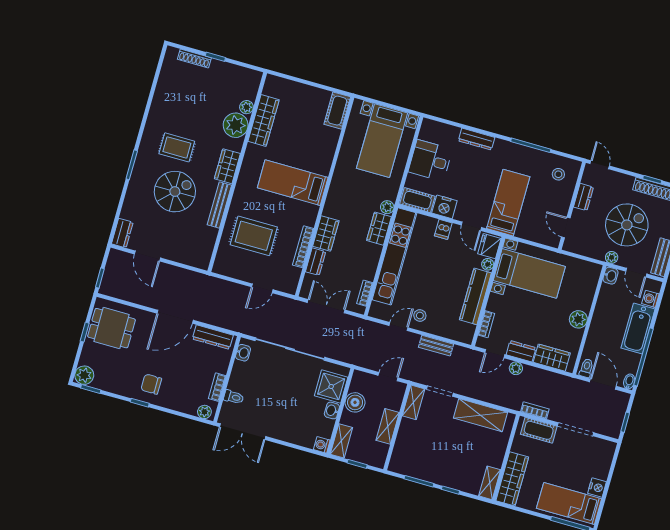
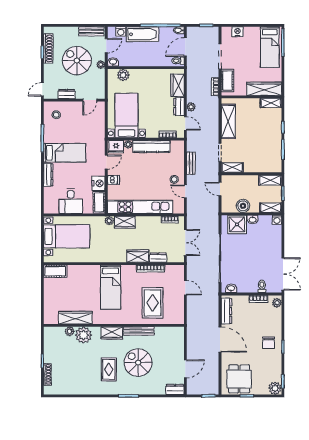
bed: (508, 203) -> (65, 153), moved, turned 180
double door: (326, 306) -> (185, 243), swing flipped
plant: (578, 319) -> (123, 75), moved
shelving: (388, 426) -> (270, 180), moved
nightstand: (597, 488) -> (238, 32), moved

